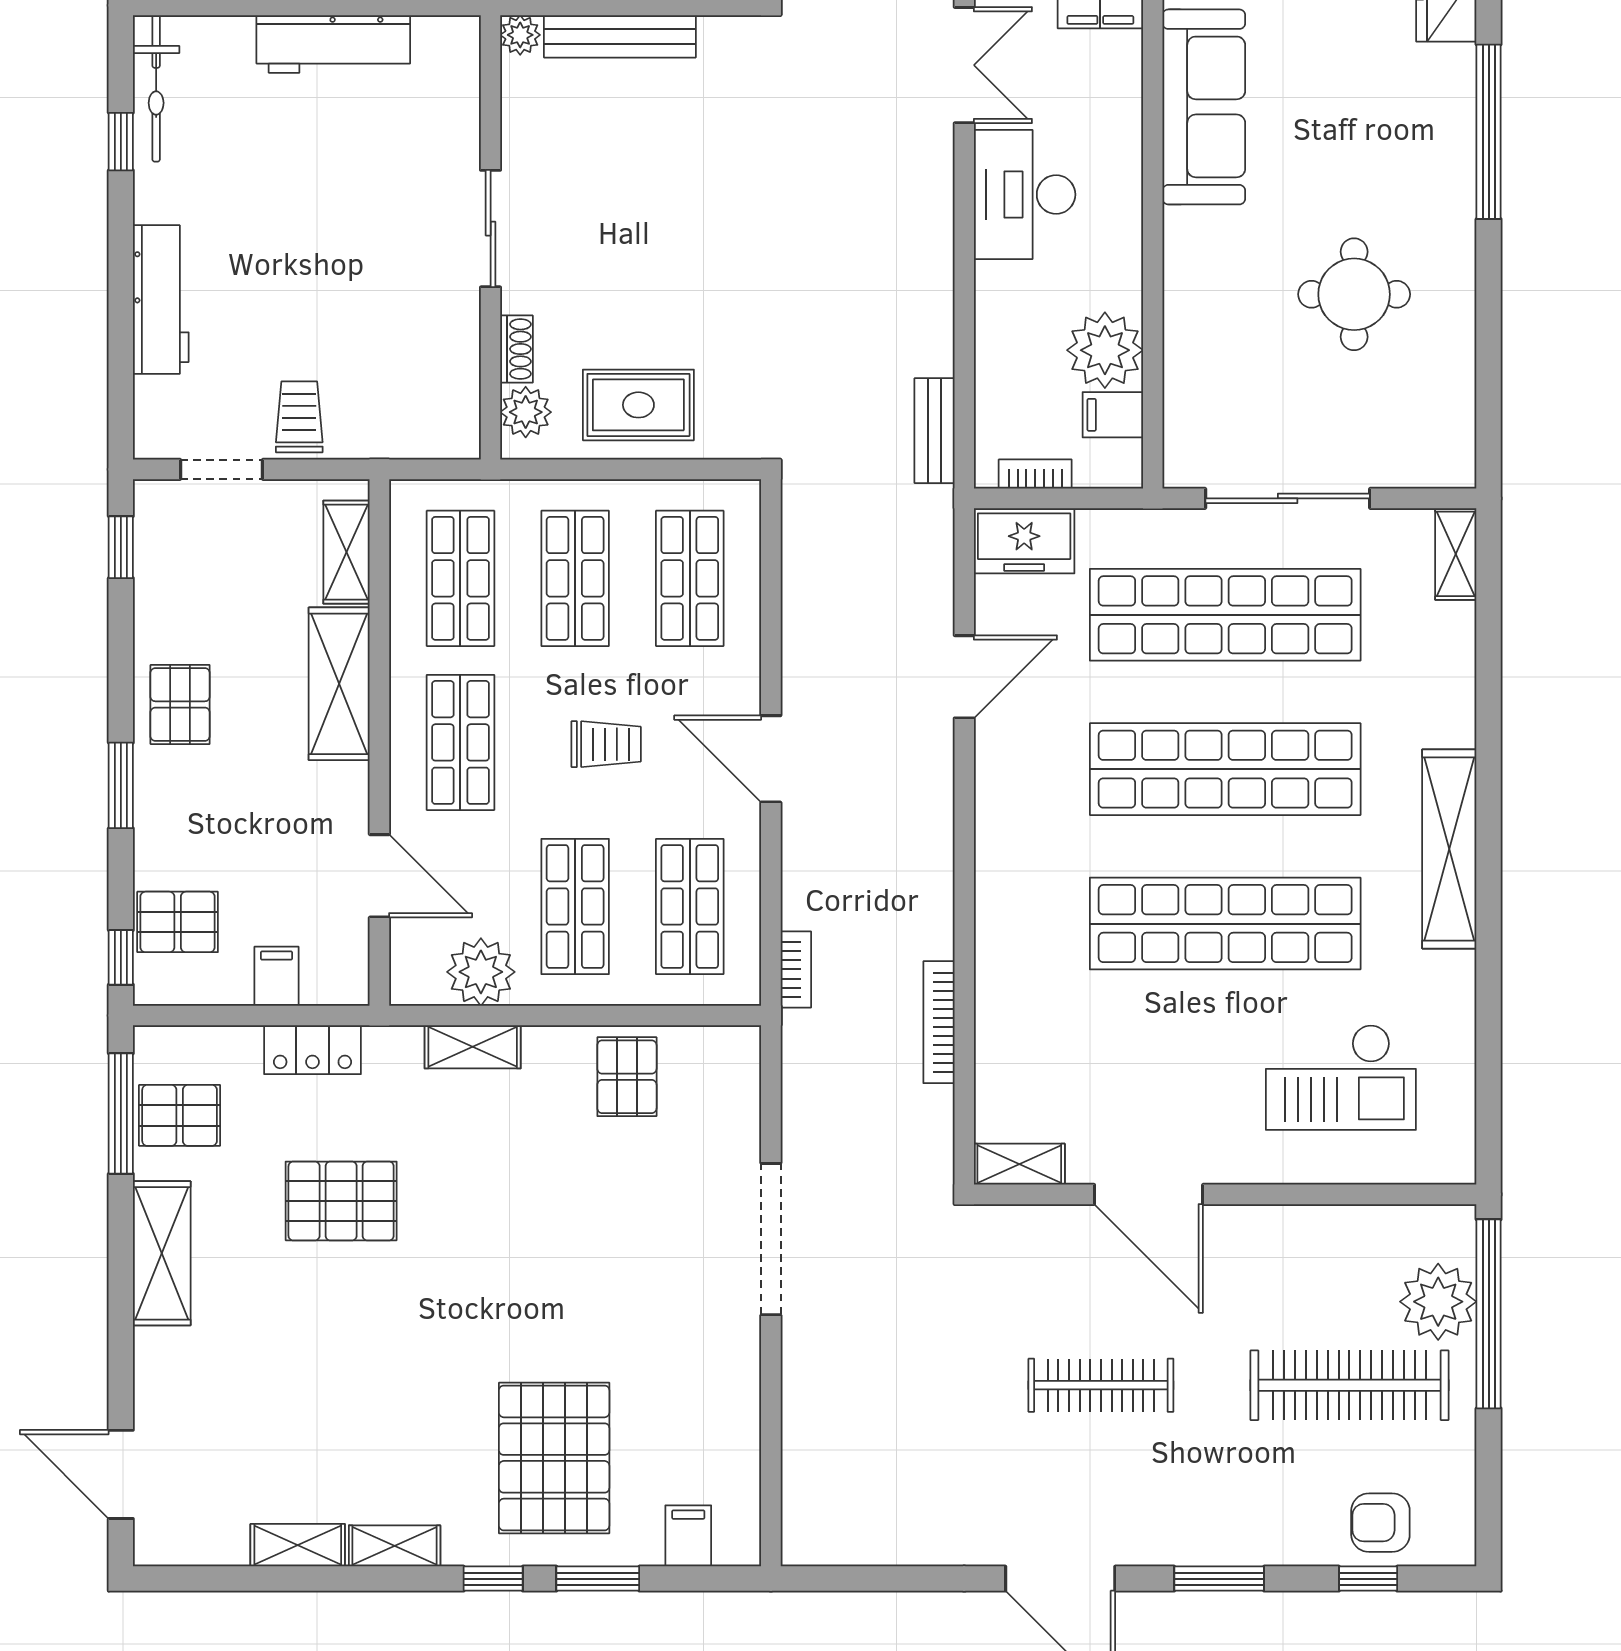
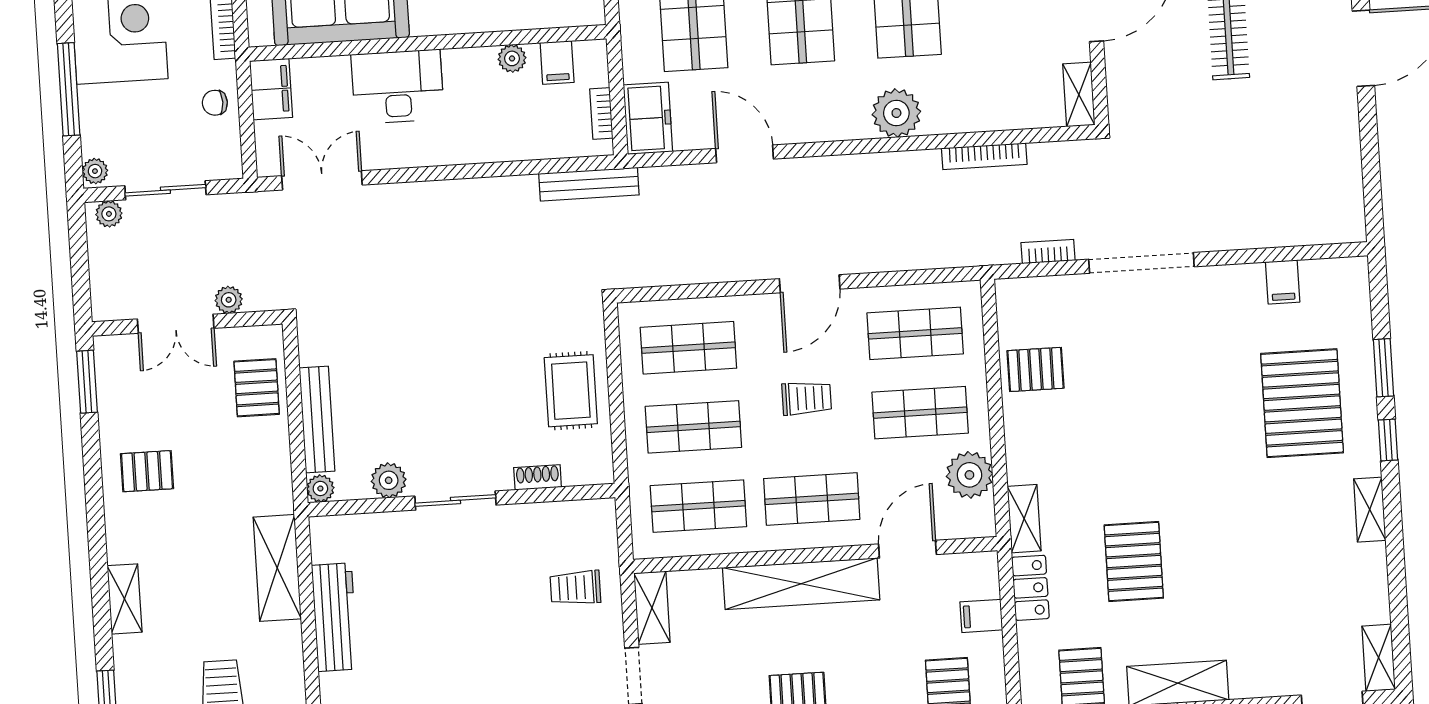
desk: (1025, 195) -> (398, 87), moved, turned 180
plant: (1105, 350) -> (512, 58), width x0.53, depth x0.53
plant: (526, 412) -> (389, 480), moved
trolley: (299, 417) -> (575, 588), moved
bench: (934, 431) -> (589, 184), width x1.36
shelving: (347, 552) -> (652, 608), moved, turned 90
shelving: (339, 684) -> (801, 584), width x1.47
trolley: (606, 744) -> (807, 398), turned 90
plant: (1009, 899) -> (896, 113), added
bookcase: (796, 969) -> (1048, 252), moved
shelving: (473, 1047) -> (1024, 519), moved
pallet: (554, 1458) -> (1302, 403), turned 90
filing cabinet: (688, 1536) -> (1283, 282), moved, turned -90
shelving: (298, 1545) -> (1379, 658), moved

